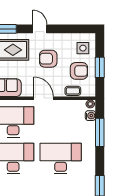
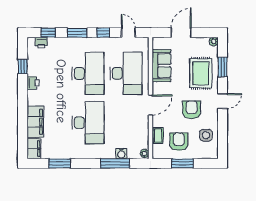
side table: (83, 48) -> (206, 135), moved
armchair: (79, 71) -> (179, 142), turned 180
water cooler: (90, 116) -> (121, 154), moved

